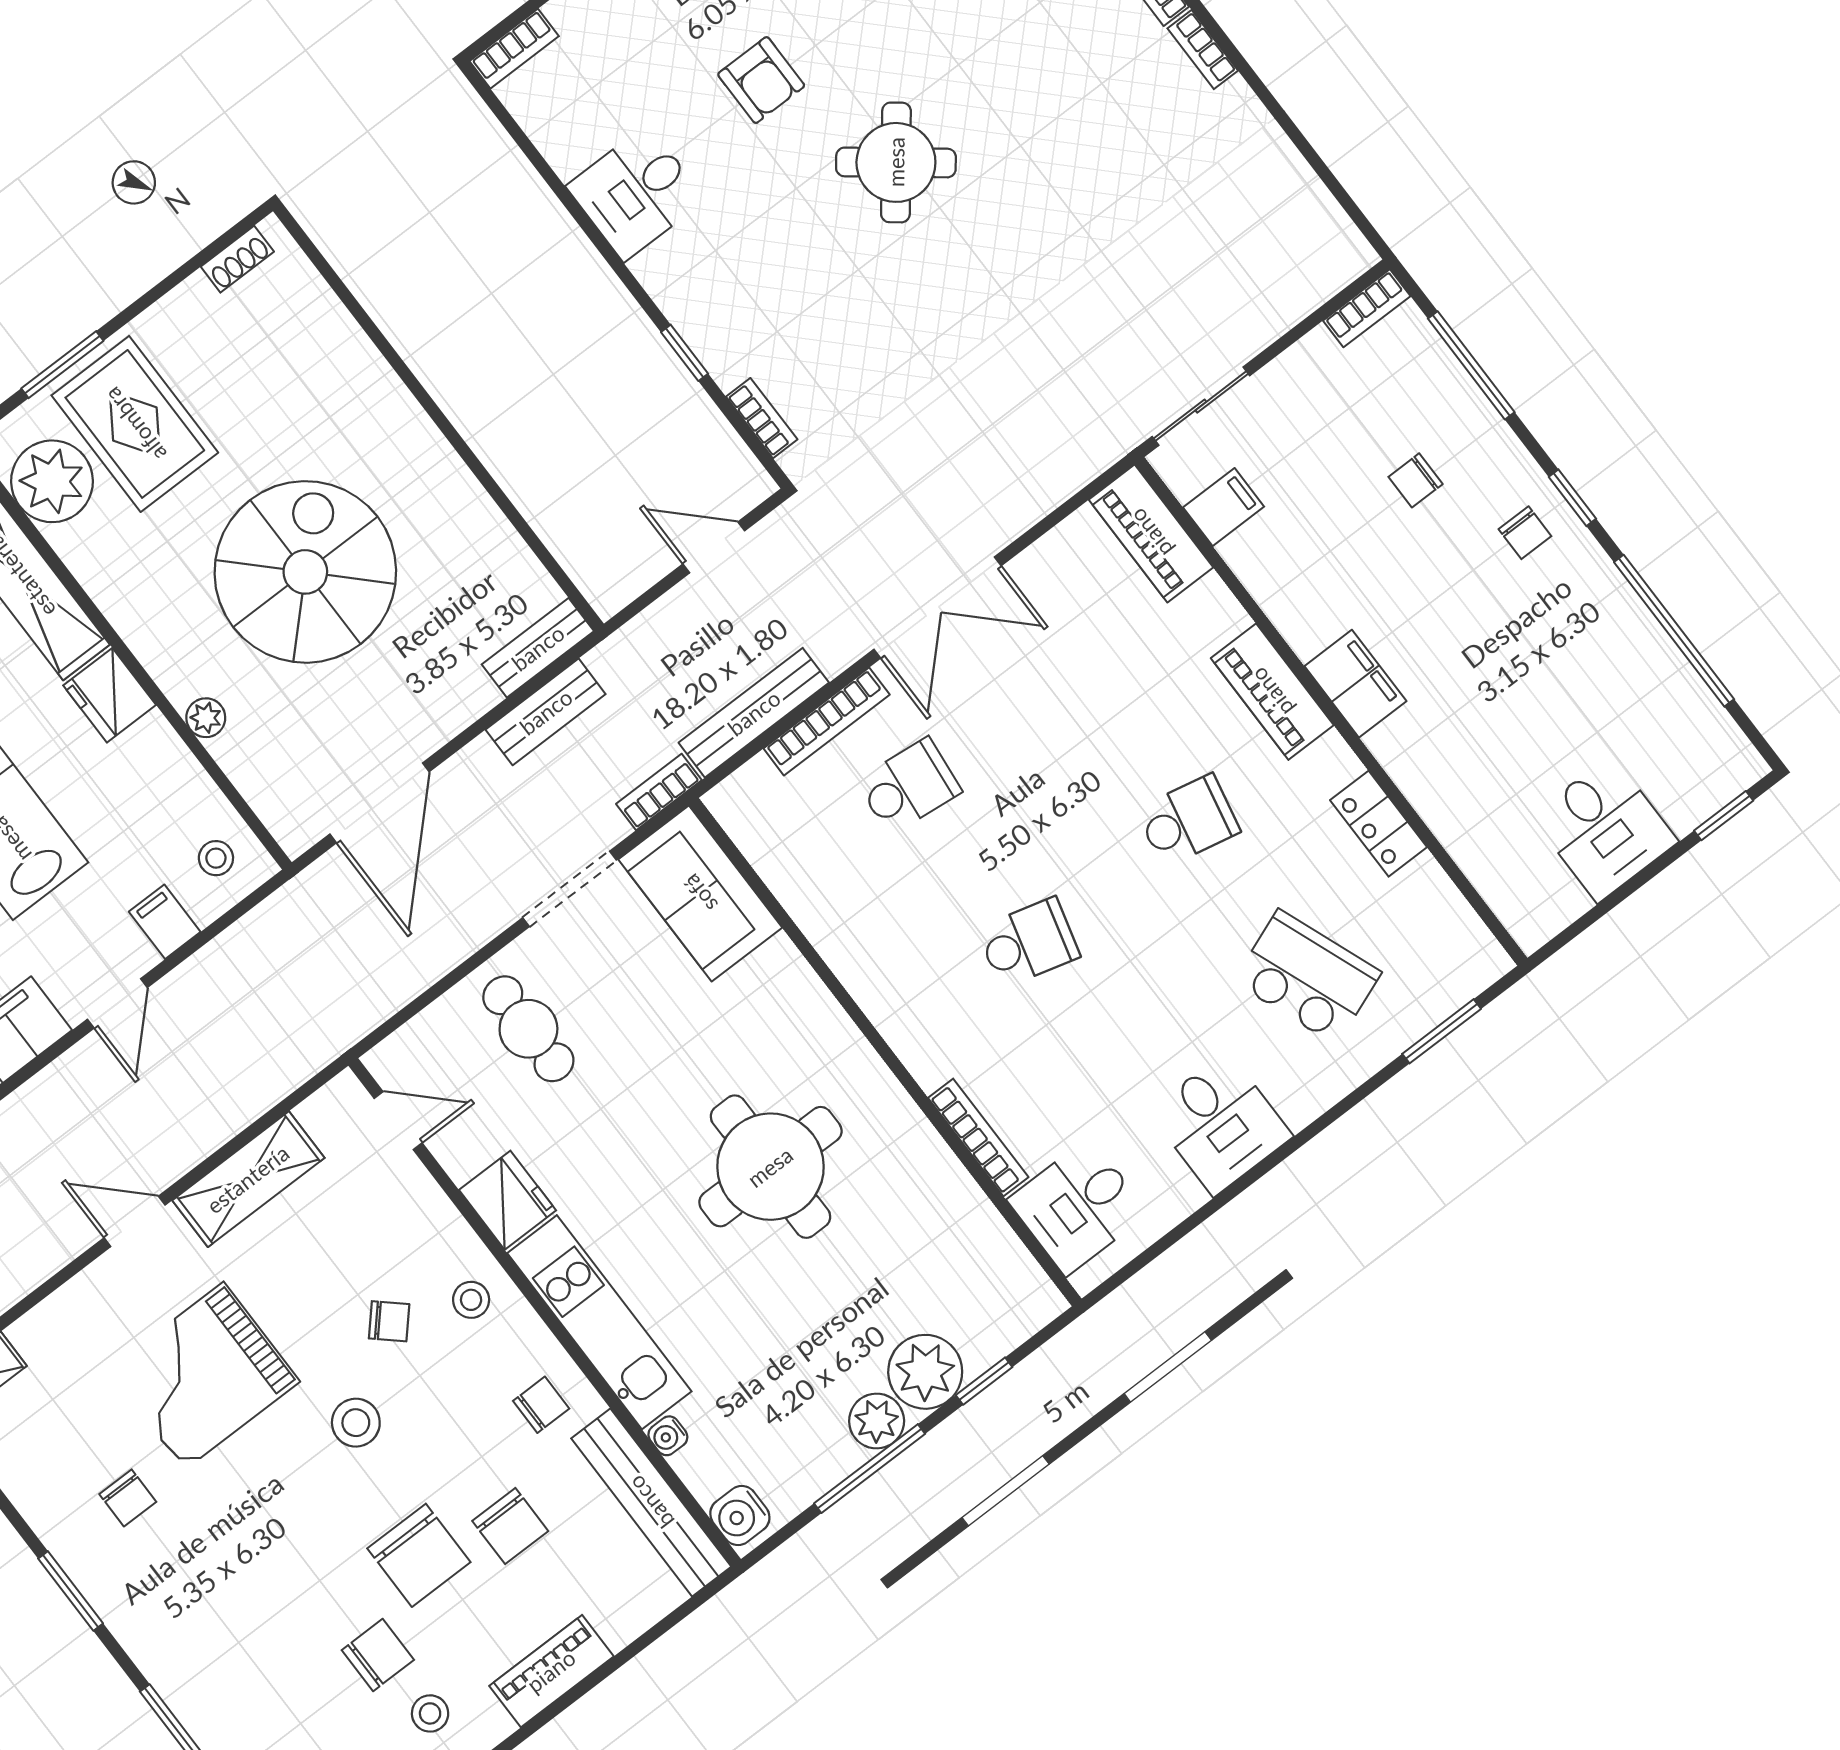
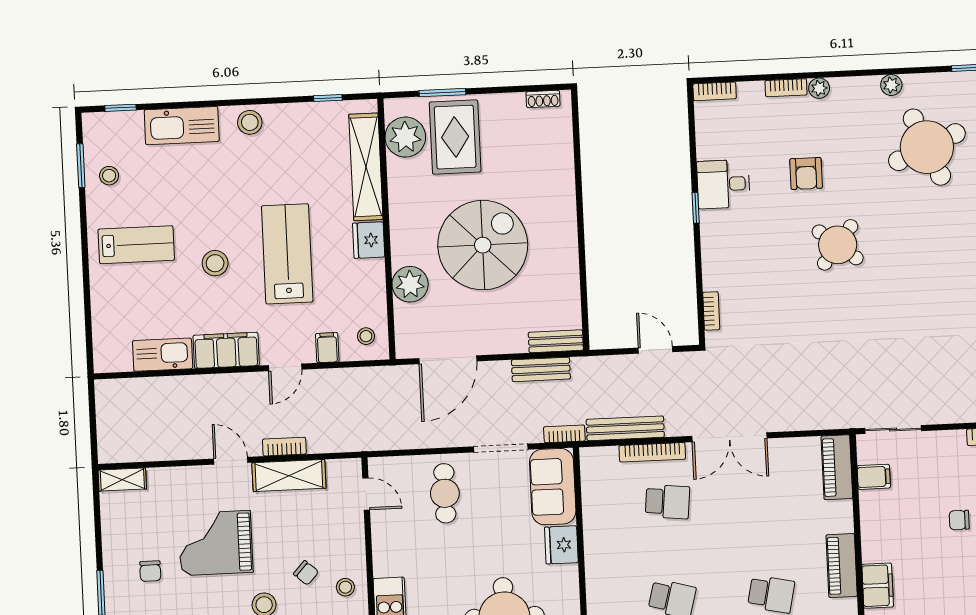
window: (685, 353) -> (696, 208), moved
plant: (206, 718) -> (410, 284), width x1.87, depth x1.87
bookcase: (207, 1136) -> (284, 447), added
fridge: (508, 1200) -> (561, 545), moved, turned 180

